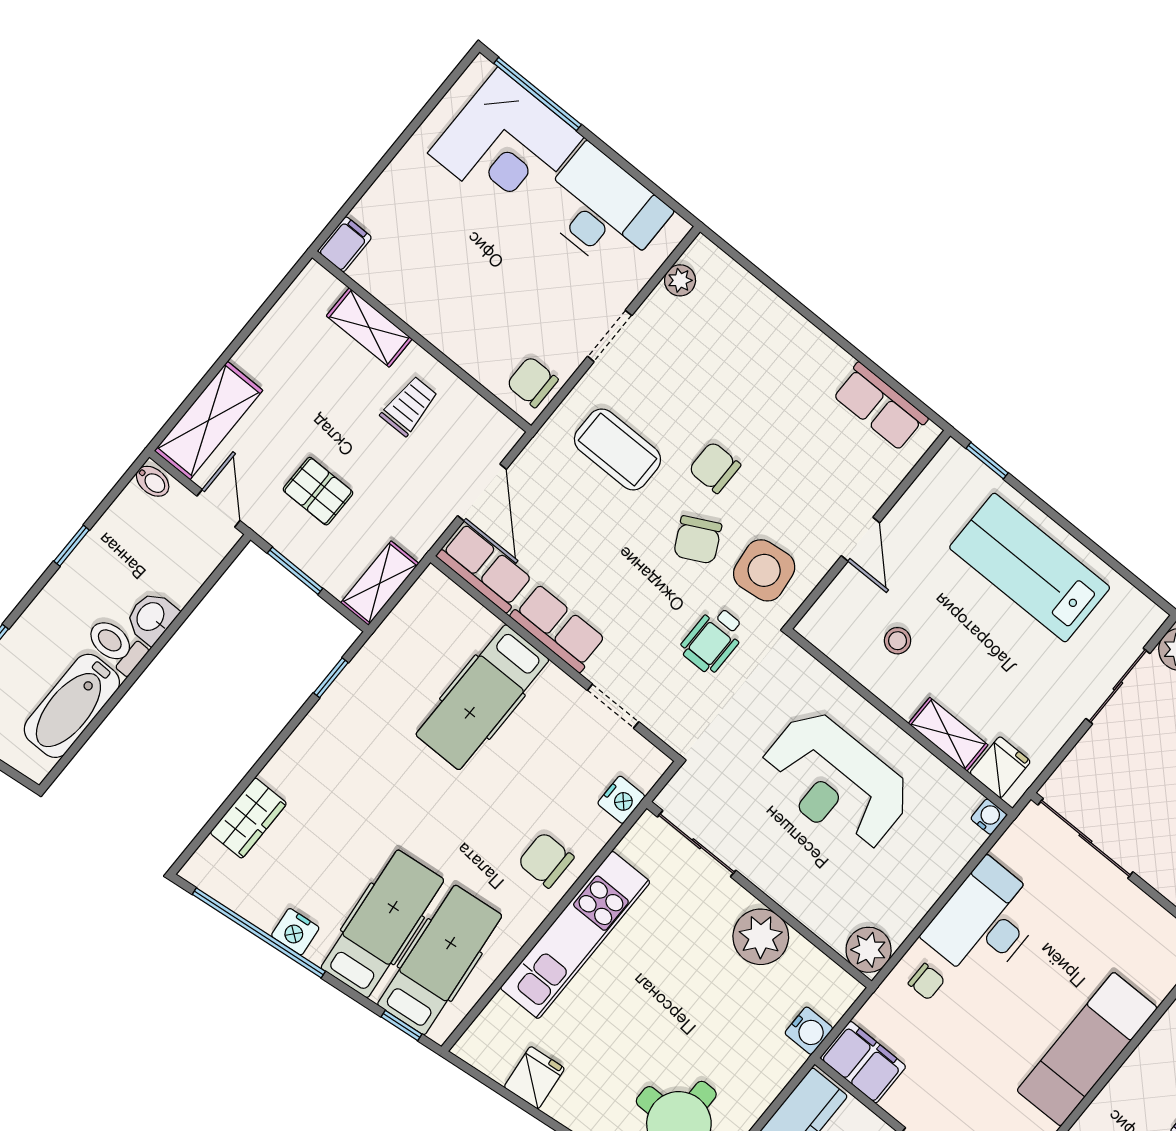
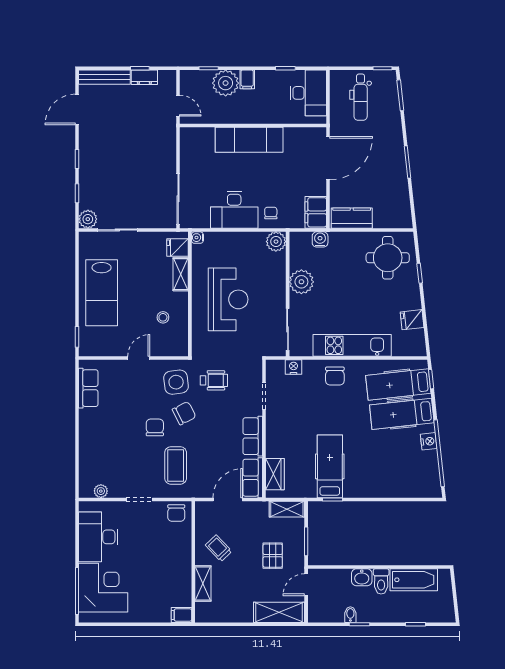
trolley: (409, 406) -> (219, 548), turned 46
chair: (715, 468) -> (155, 427), turned 180
bidet: (153, 481) -> (350, 615), moved
hospital bed: (482, 697) -> (330, 466), moved, turned -90
wardrobe: (248, 818) -> (275, 474), moved, turned 90

